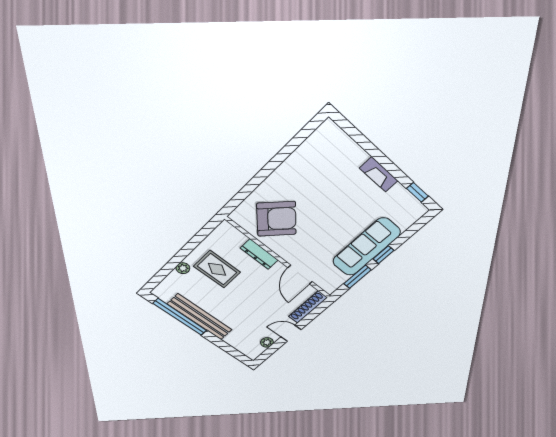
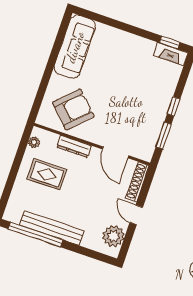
fireplace: (379, 174) -> (171, 54), moved
sofa: (367, 247) -> (75, 47), moved, turned 180
plant: (183, 268) -> (34, 142), moved
door: (291, 333) -> (136, 215), hinge flipped
plant: (267, 342) -> (113, 236), width x1.87, depth x1.87

